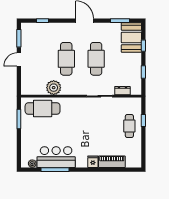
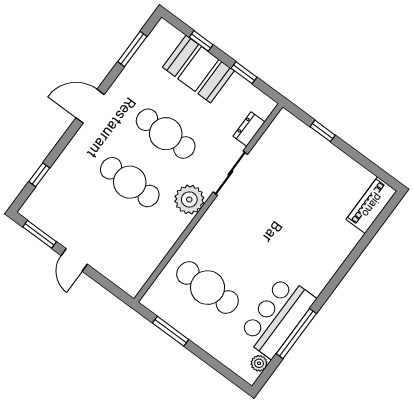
booth: (131, 37) -> (198, 69), moved
plant: (54, 88) -> (189, 199), moved
cafe table: (43, 109) -> (208, 288), moved, turned 90
cafe table: (129, 126) -> (315, 160), removed
fridge: (93, 162) -> (329, 263), removed
piano: (112, 162) -> (371, 205), moved

